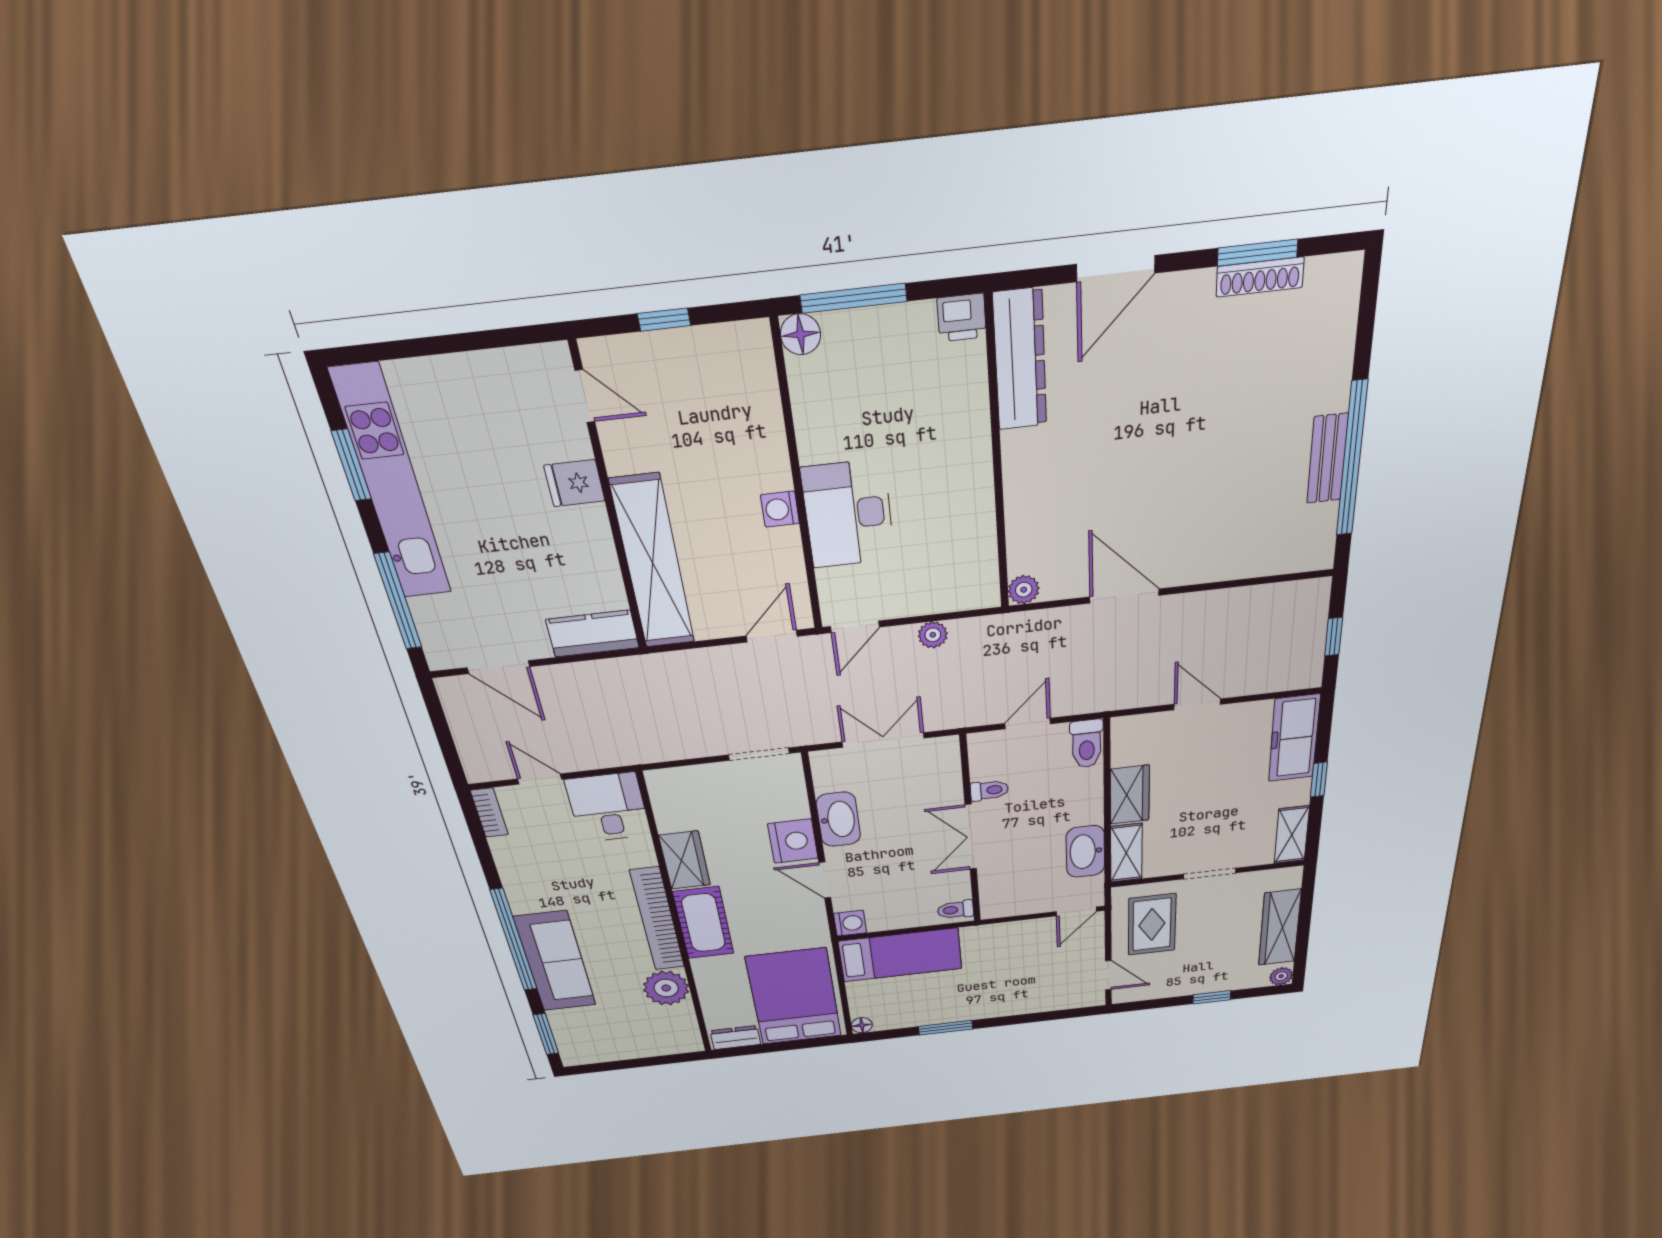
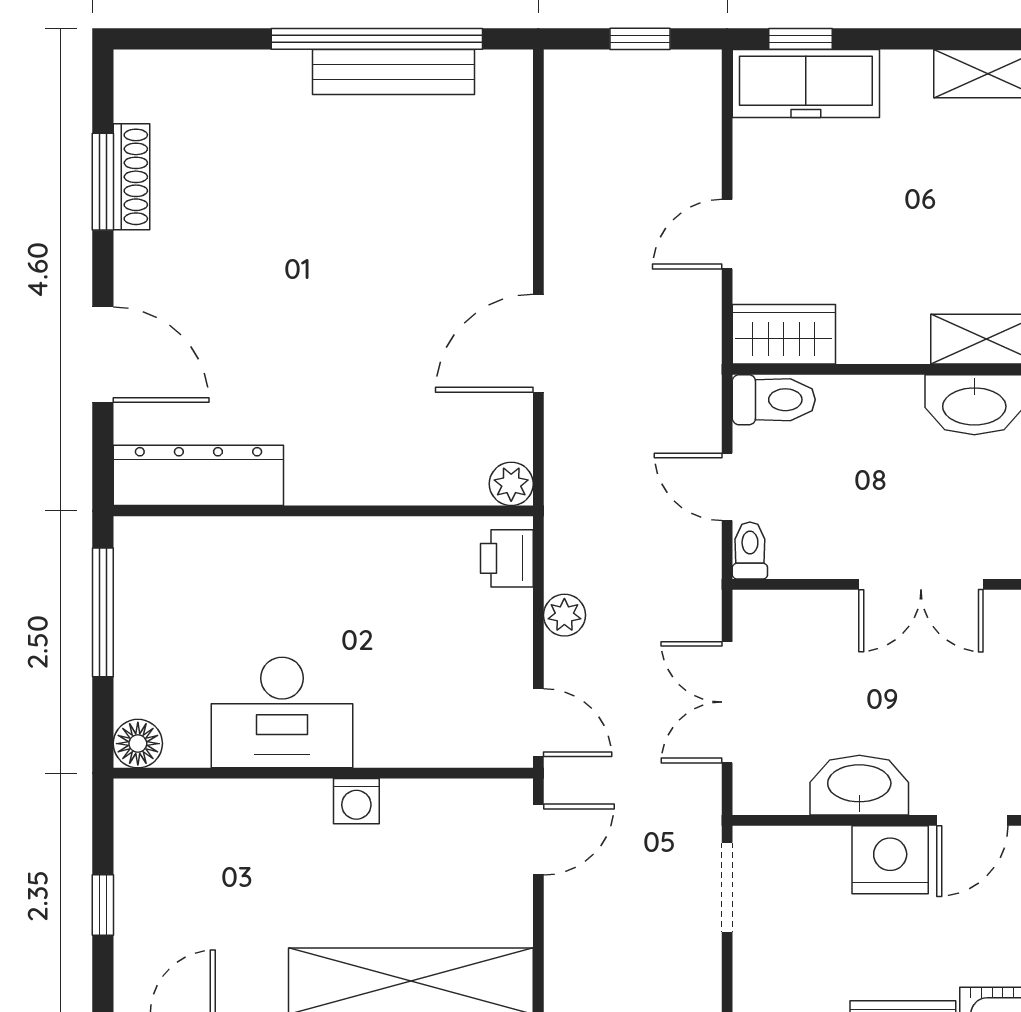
window: (854, 298) -> (103, 612), moved
printer: (962, 318) -> (507, 558), moved, turned 180
bench: (1327, 459) -> (394, 72), width x1.36
desk: (848, 514) -> (282, 712), moved
door: (772, 636) -> (538, 840), swing flipped
window: (1319, 780) -> (801, 39), moved
toilet: (989, 790) -> (750, 551), moved
wardrobe: (1130, 795) -> (784, 334), moved

